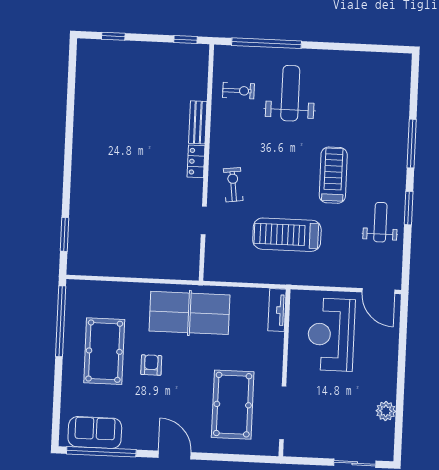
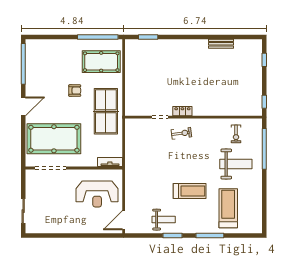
bench: (198, 122) -> (221, 44), moved
locker: (196, 161) -> (182, 111), moved
treadmill: (287, 235) -> (228, 208), moved
reception desk: (331, 335) -> (97, 194), turned 180
pool table: (104, 351) -> (101, 62), moved
pool table: (233, 405) -> (54, 139), width x1.36, depth x1.32
plant: (386, 411) -> (54, 228), removed
sofa: (95, 432) -> (34, 60), removed

